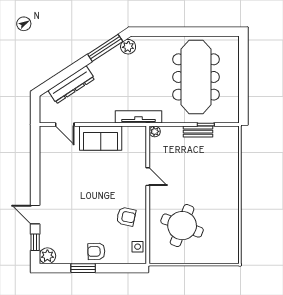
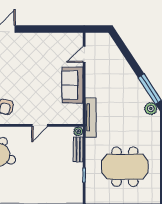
meeting table: (196, 77) -> (125, 167), width x0.73
dresser: (71, 85) -> (118, 60), removed
bench: (198, 132) -> (78, 149), moved

